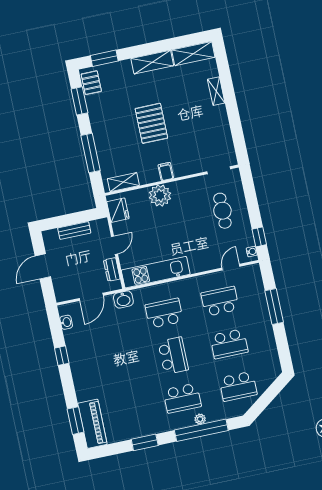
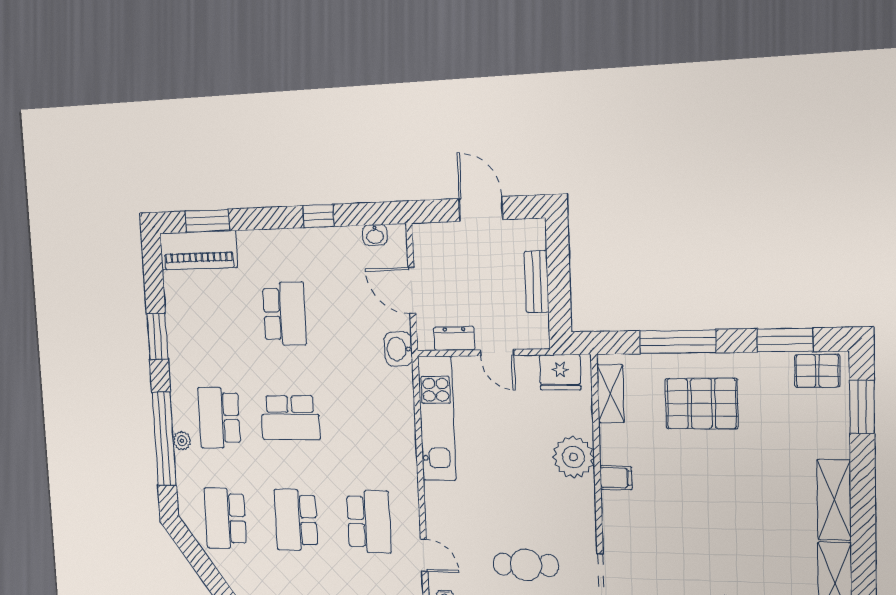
pallet: (151, 123) -> (701, 404), moved
school desk: (164, 313) -> (284, 314), moved

